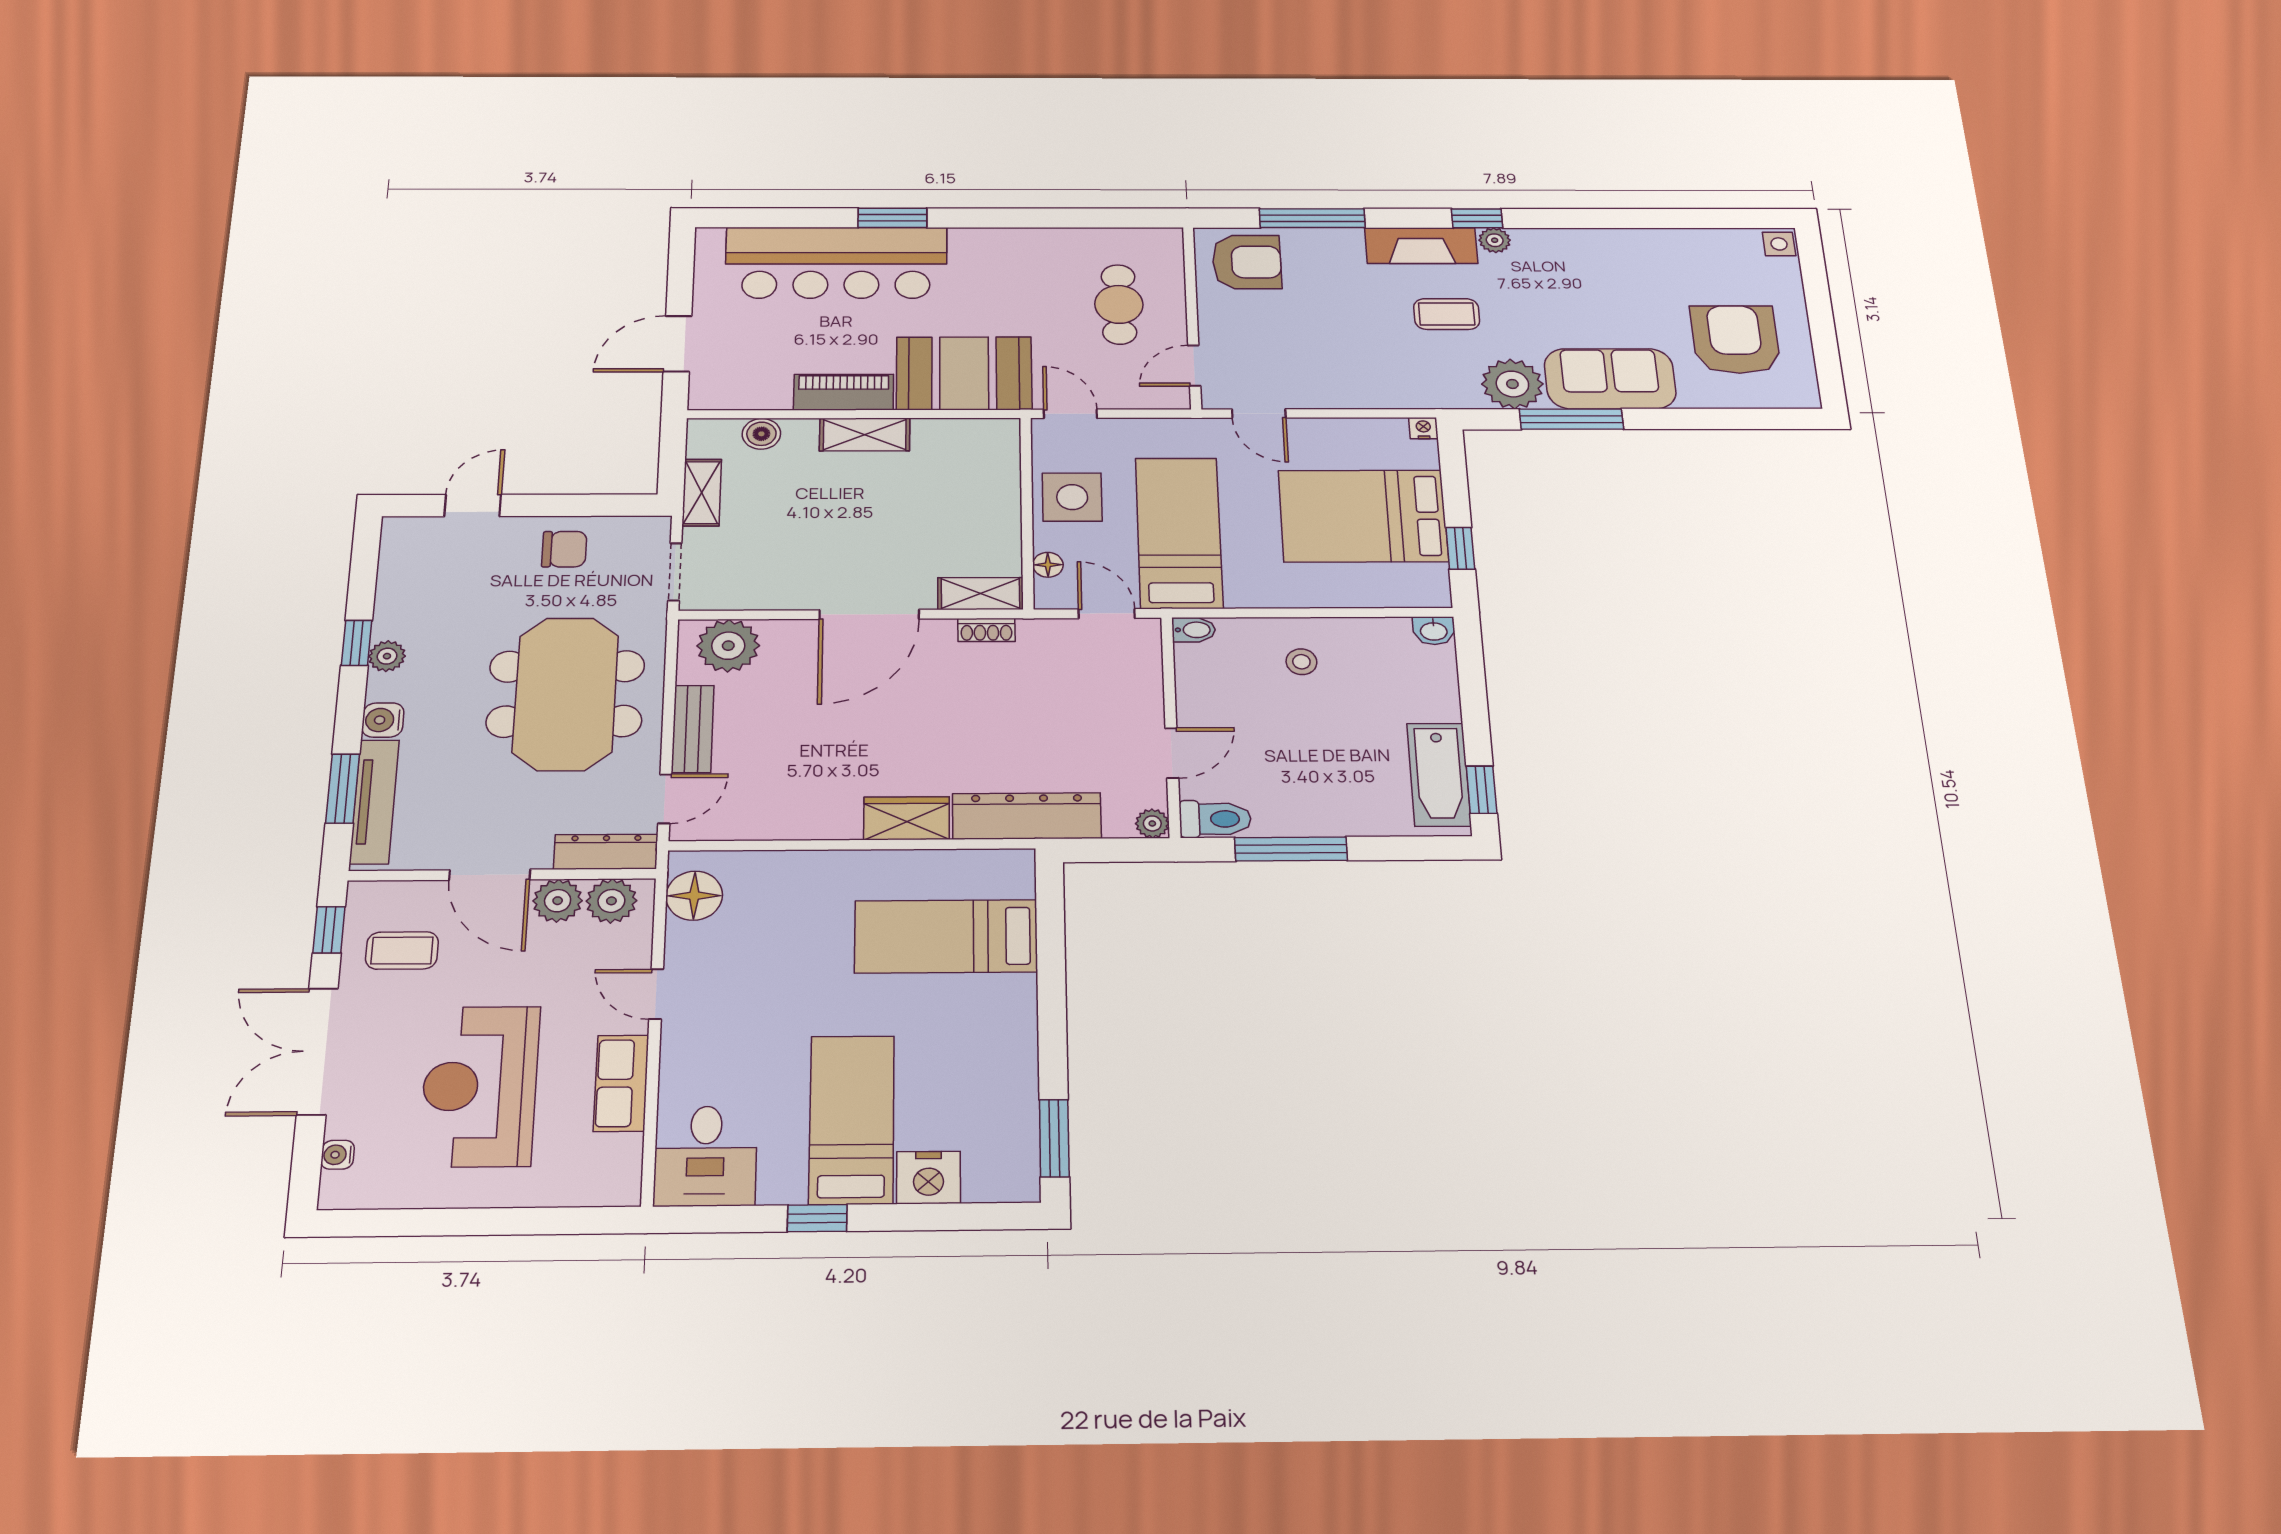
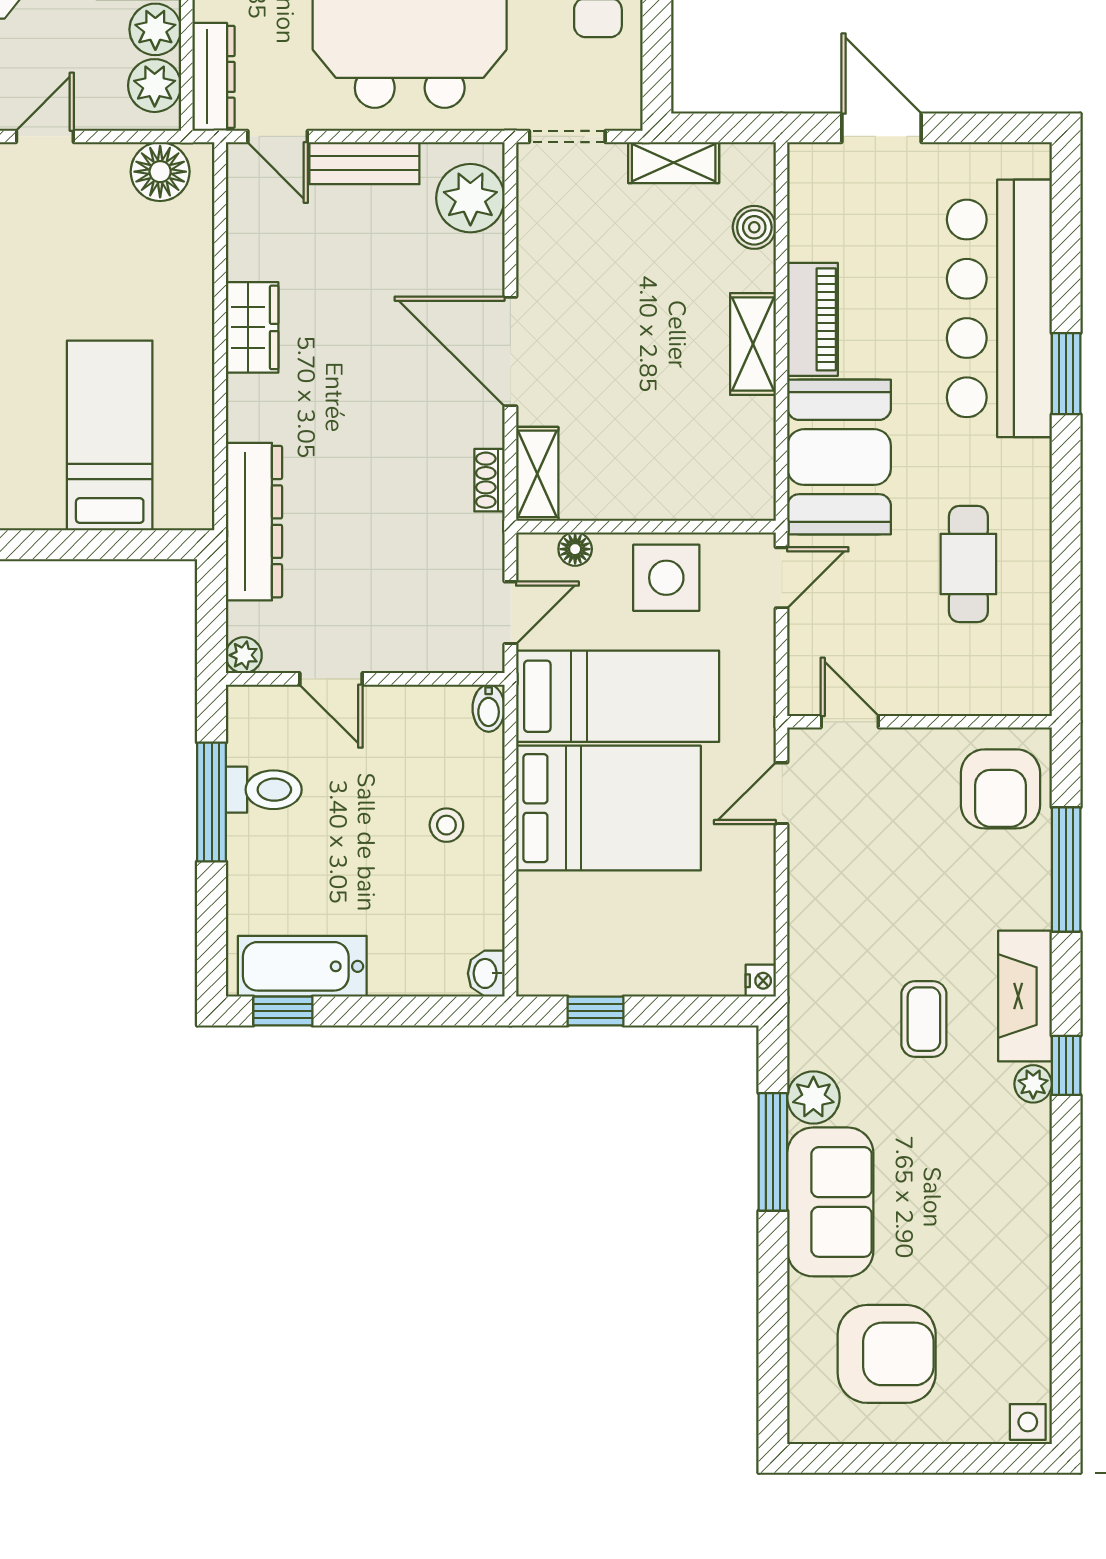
cafe table: (1119, 304) -> (968, 564), moved, turned 90
plant: (1512, 384) -> (813, 1097), width x0.73, depth x0.73
bed: (1363, 516) -> (608, 808), moved, turned 90
wardrobe: (907, 818) -> (252, 327), moved
toilet: (1215, 819) -> (264, 790), moved, turned -90

